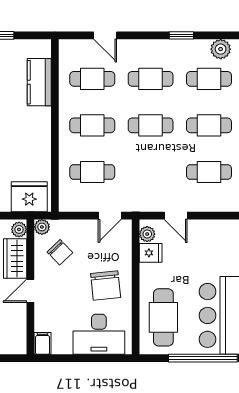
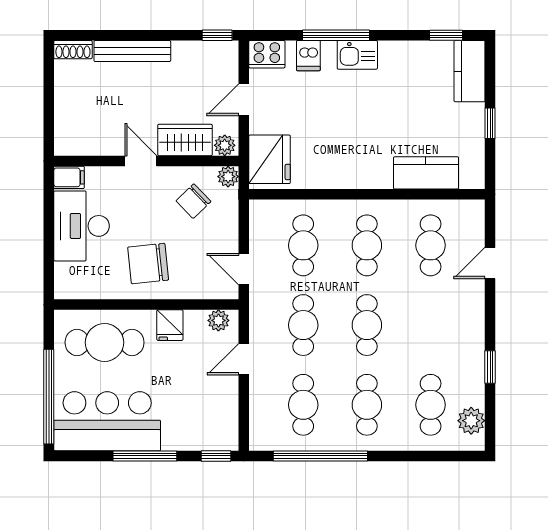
cafe table: (151, 79) -> (303, 325), moved
fridge: (151, 253) -> (170, 325), moved
desk: (99, 334) -> (82, 226), moved

